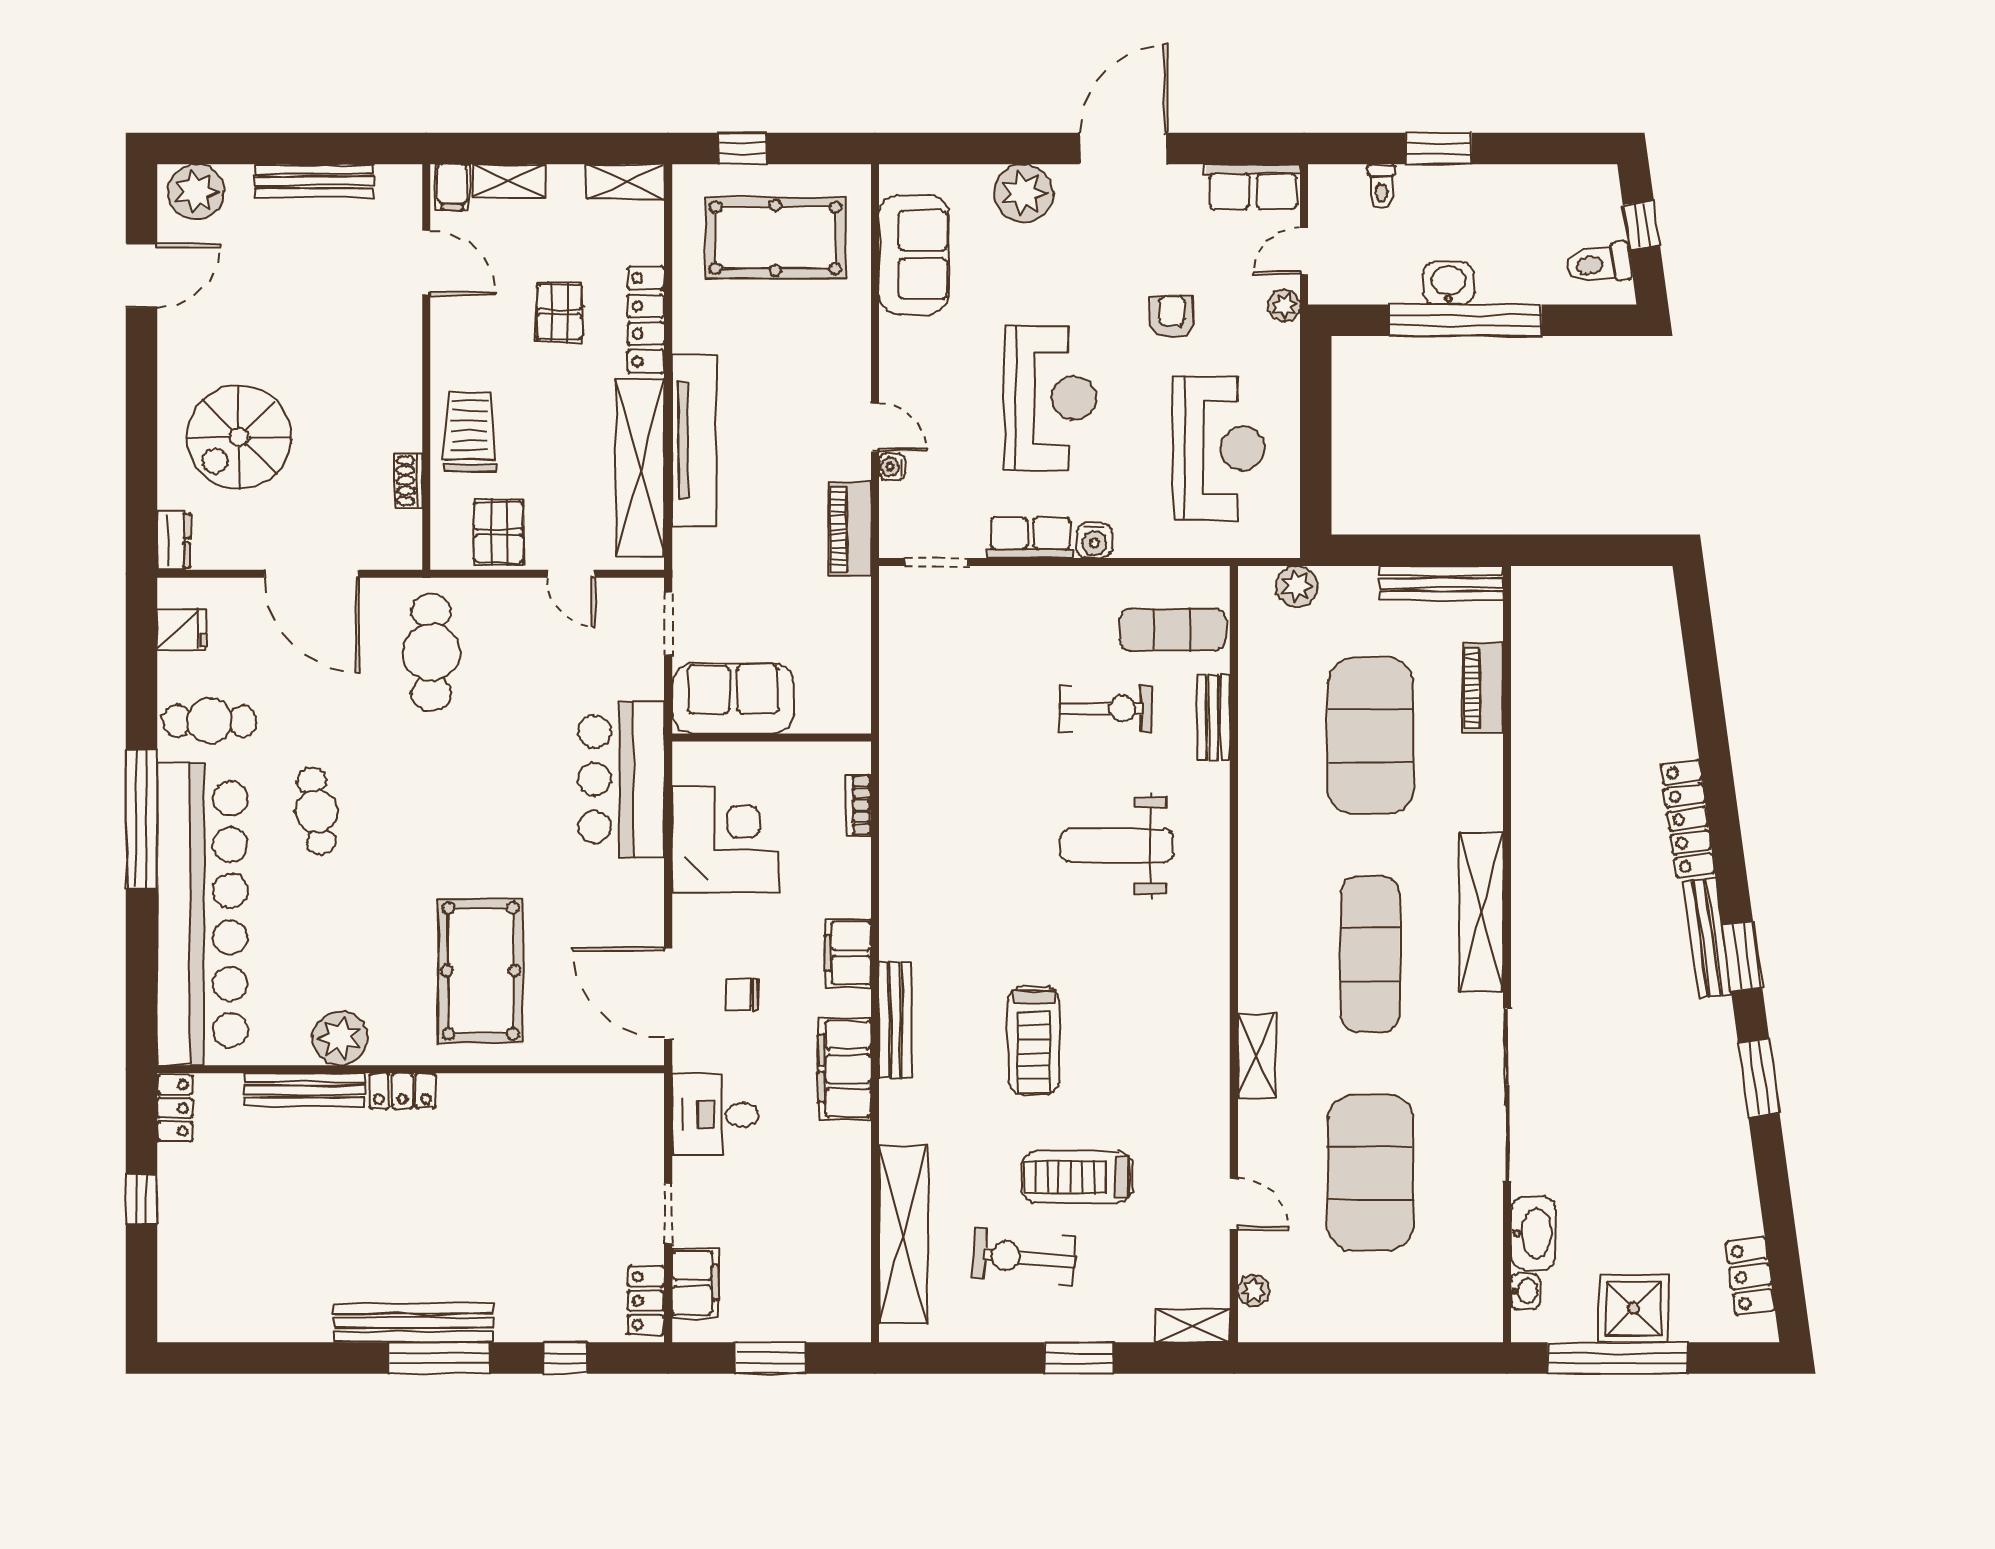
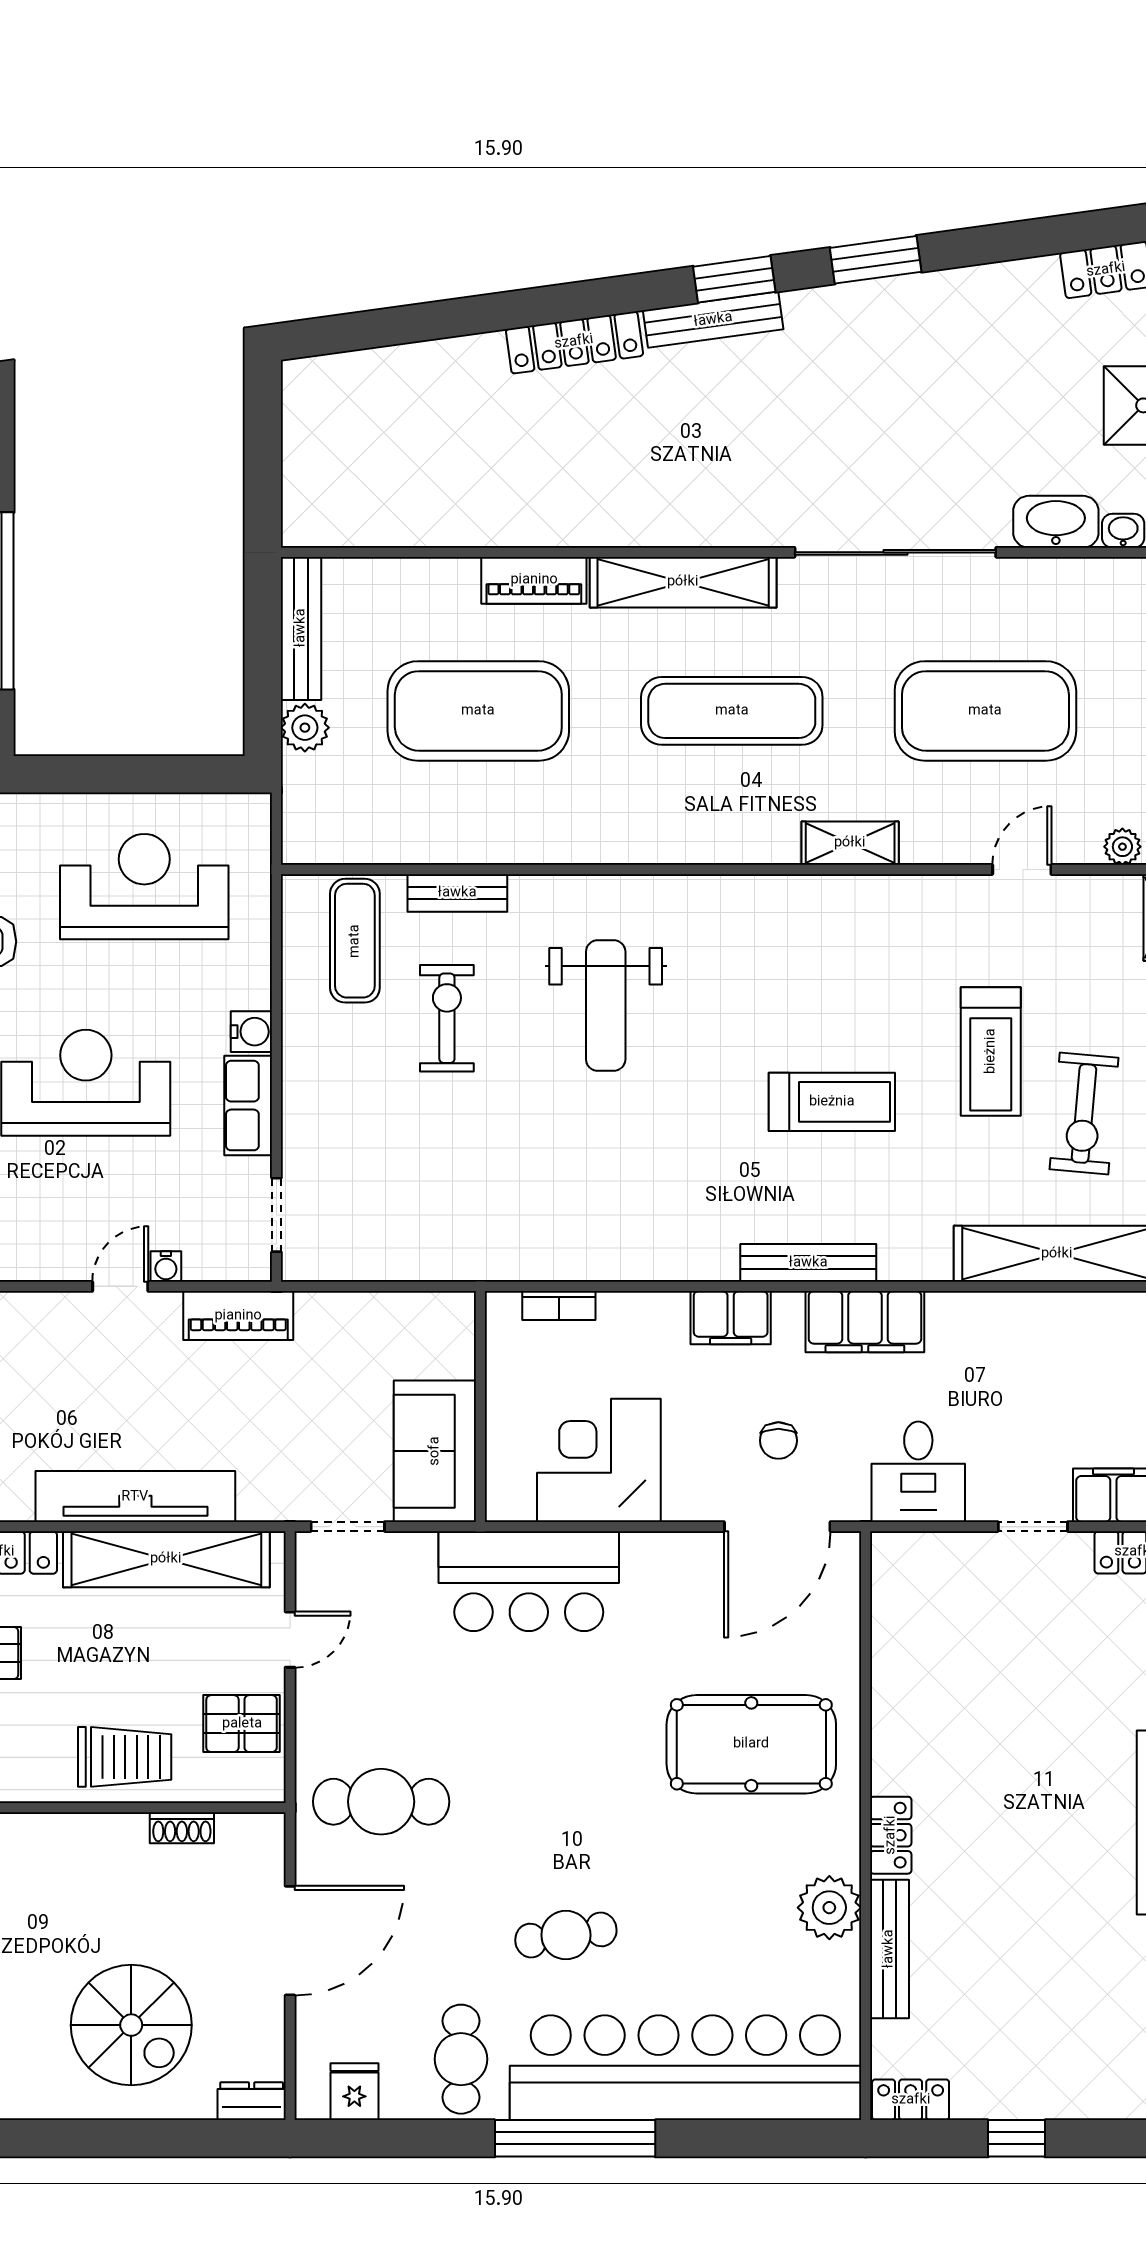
trolley: (470, 431) -> (125, 1757), turned 180
plant: (1297, 587) -> (305, 728), moved
piano: (1483, 688) -> (534, 580), moved

